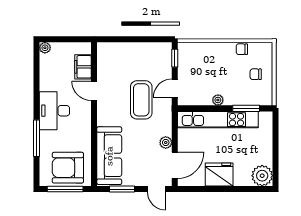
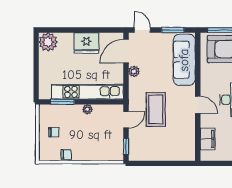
door: (94, 91) -> (198, 105), moved

